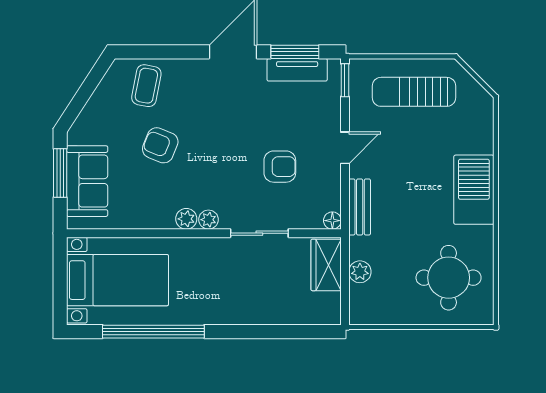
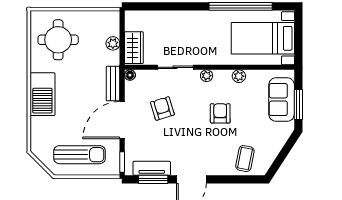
armchair: (160, 145) -> (220, 113), moved, turned -112
door: (345, 148) -> (122, 120), width x1.88
armchair: (280, 167) -> (162, 108), turned 73
plant: (186, 219) -> (239, 76), moved

